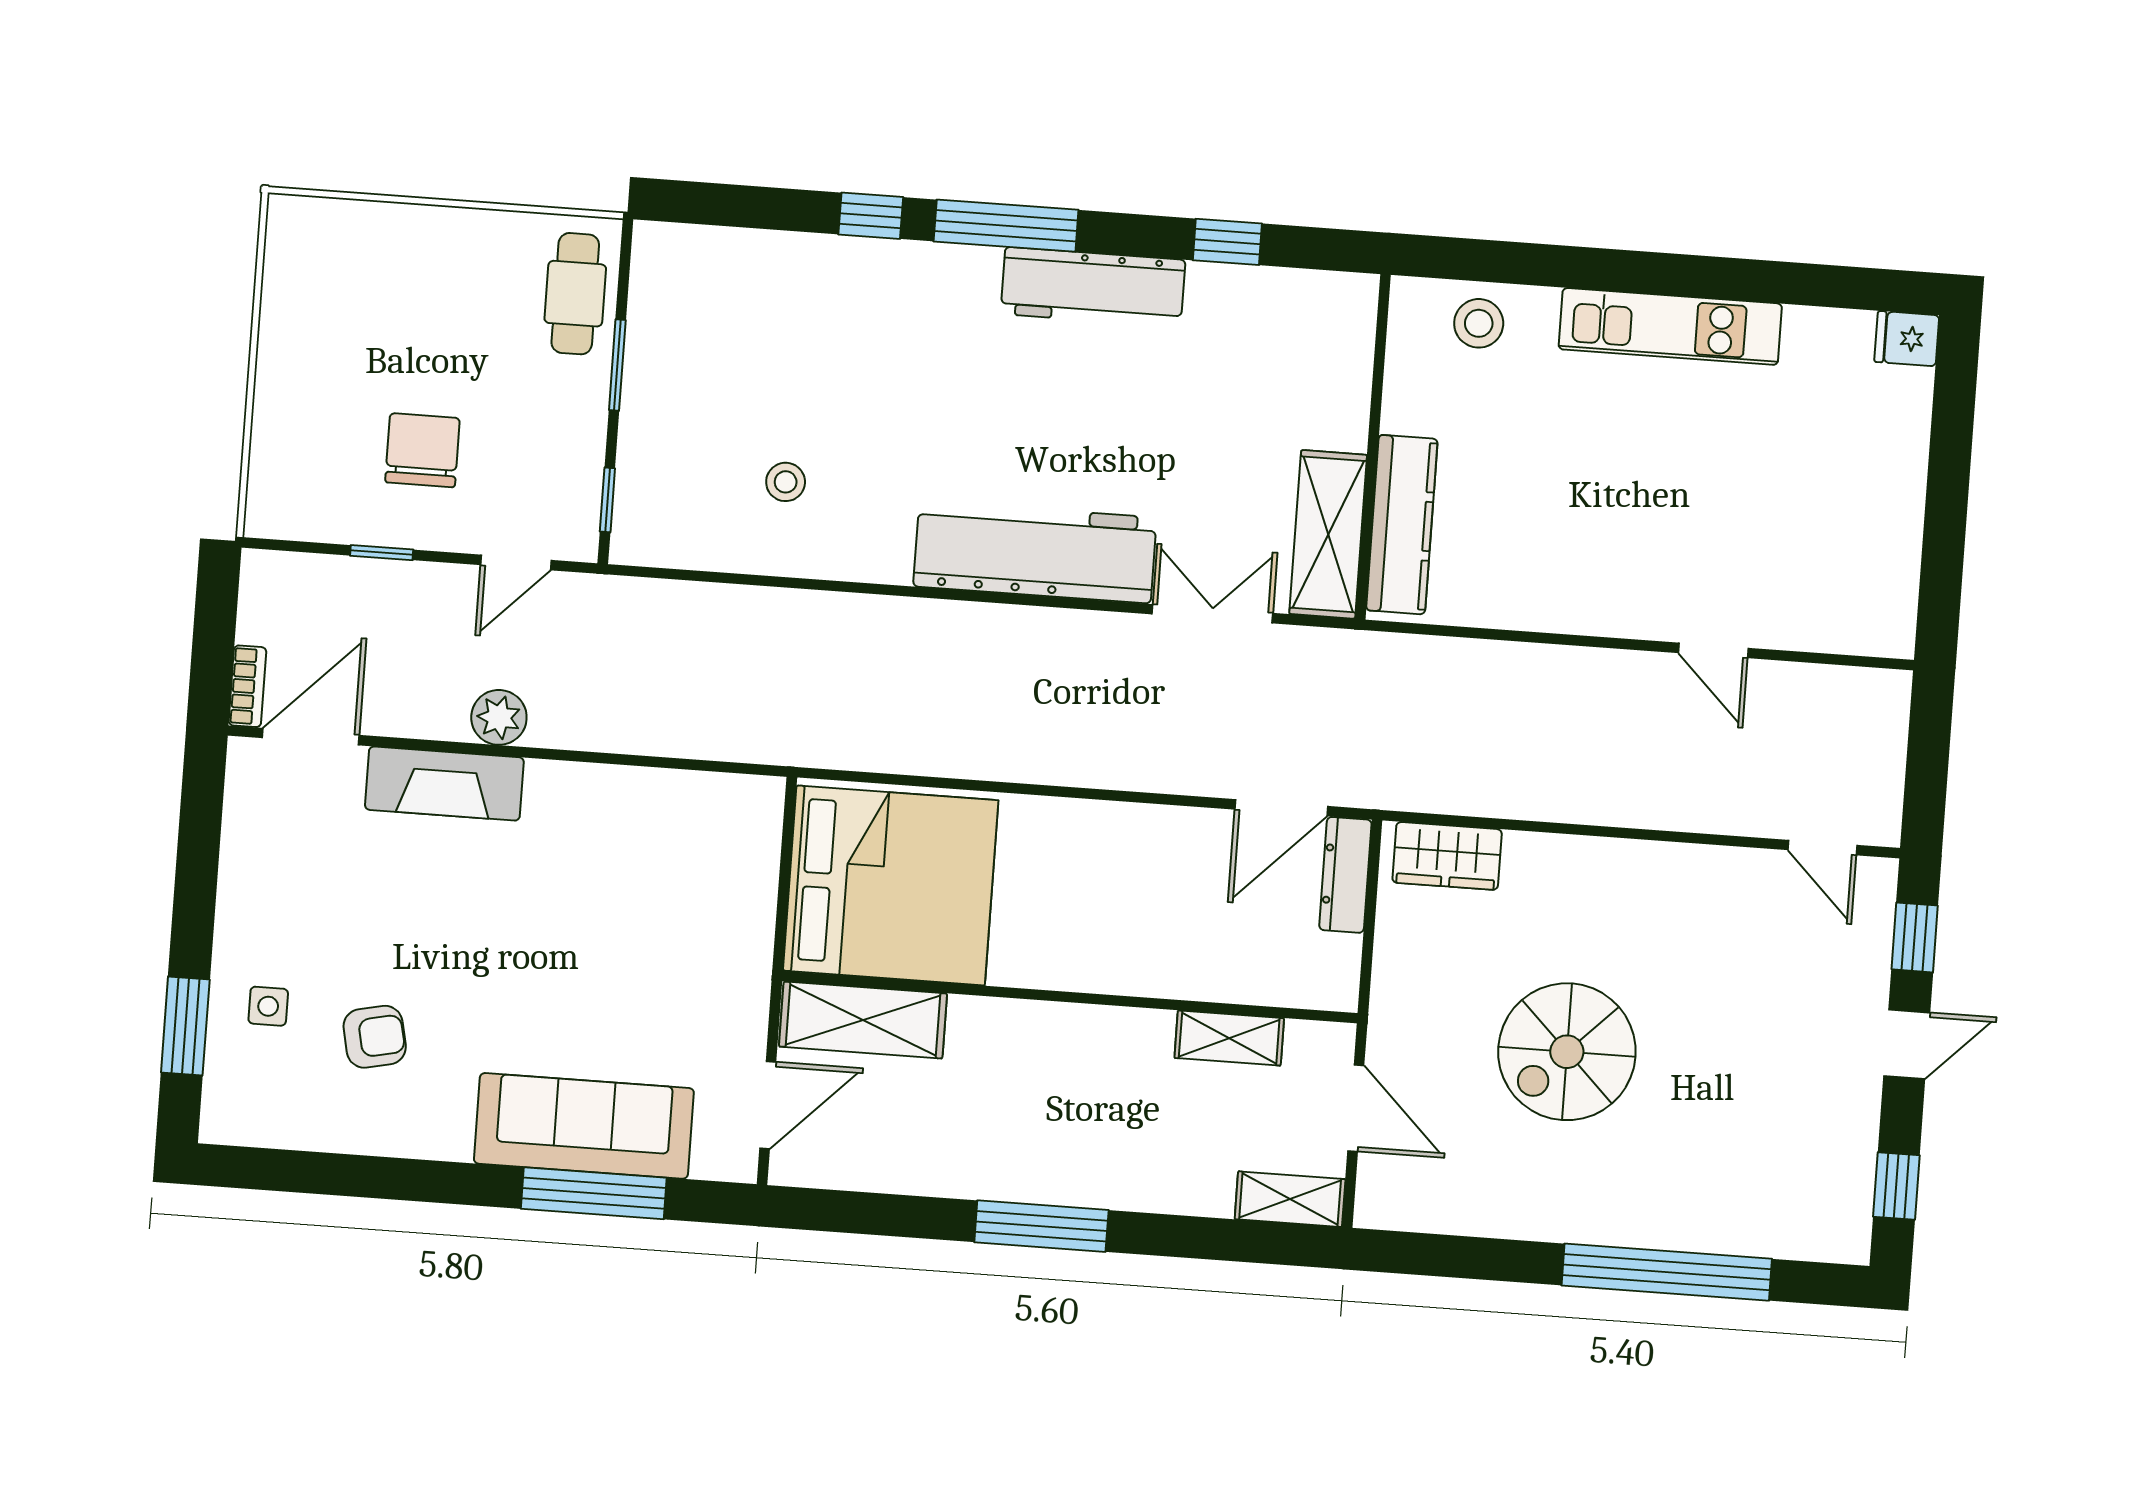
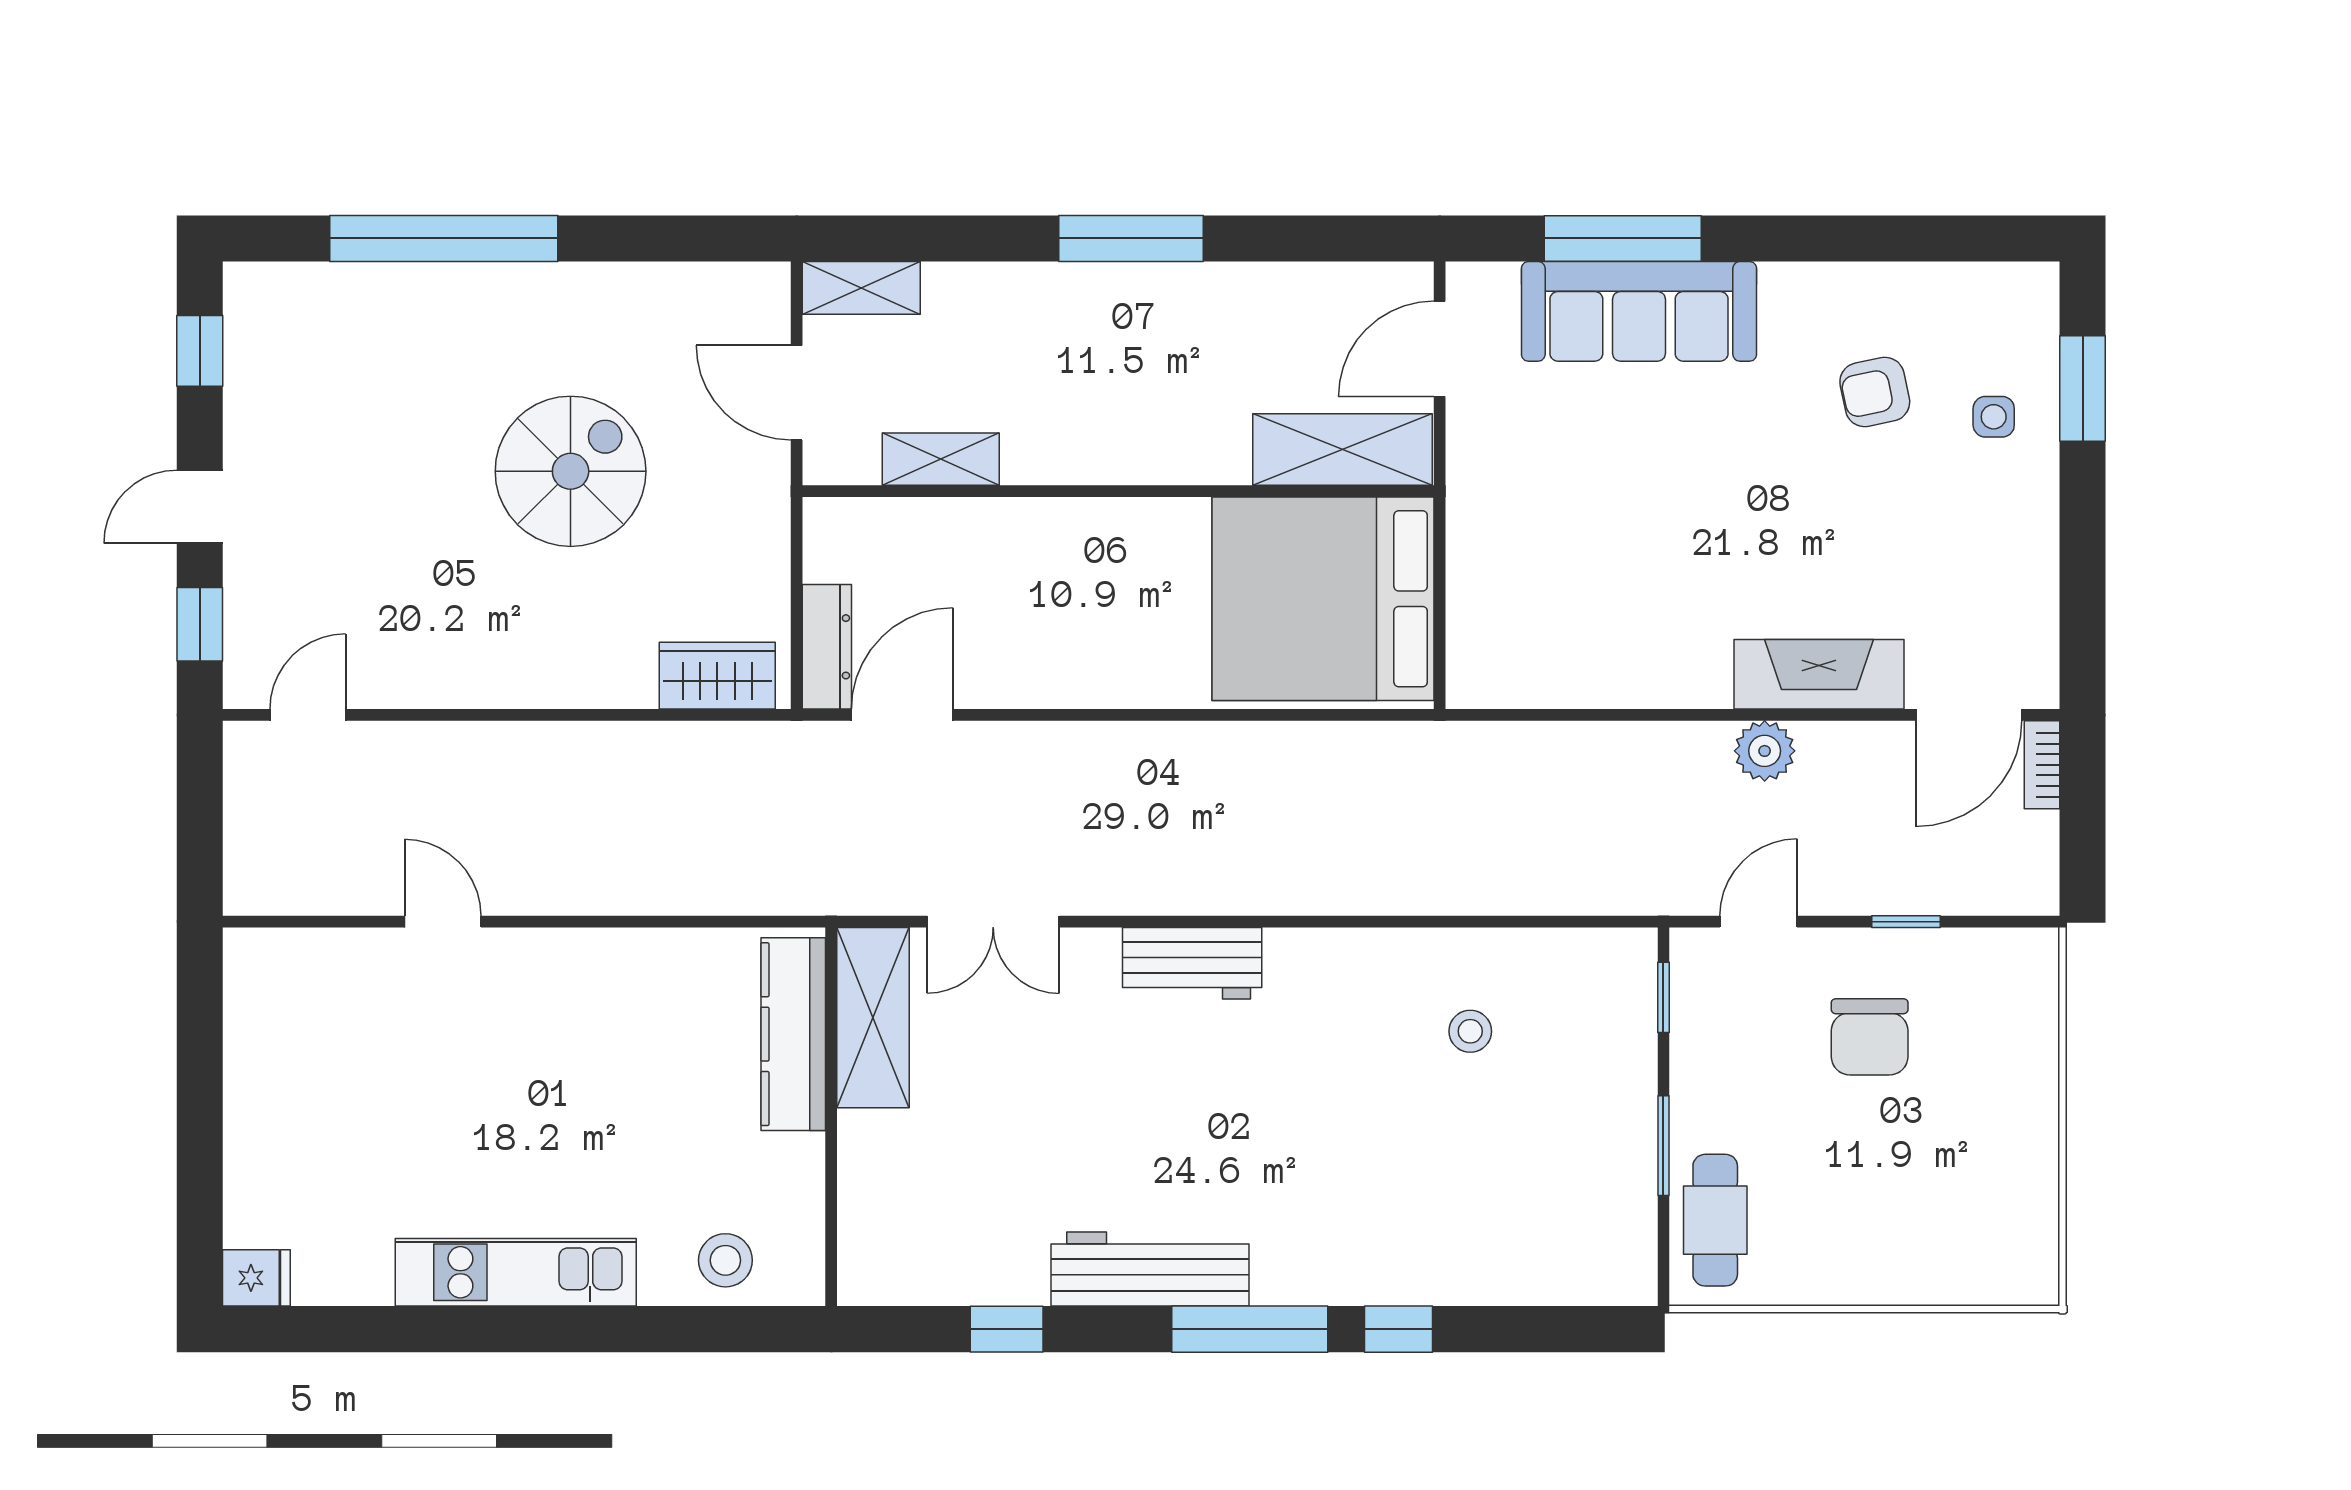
workbench: (1035, 552) -> (1192, 963), width x0.53, depth x0.76
door: (1822, 848) -> (308, 715), hinge flipped

